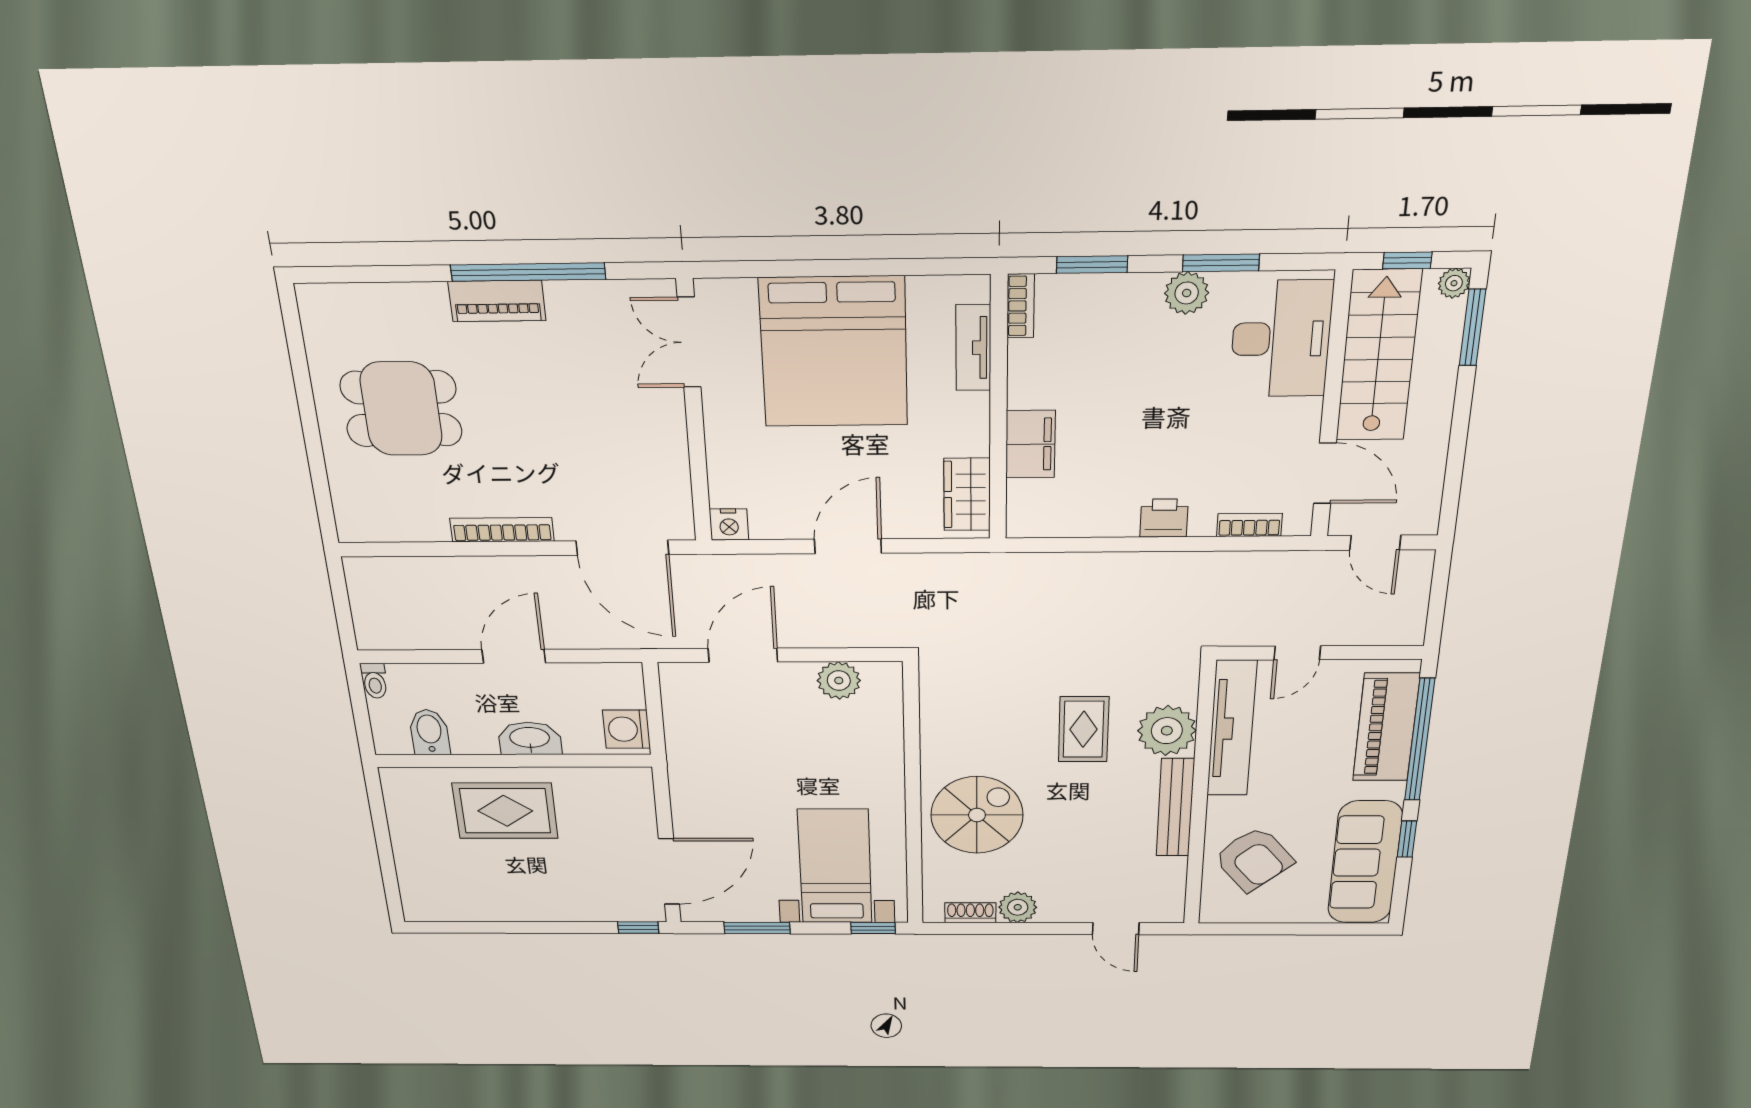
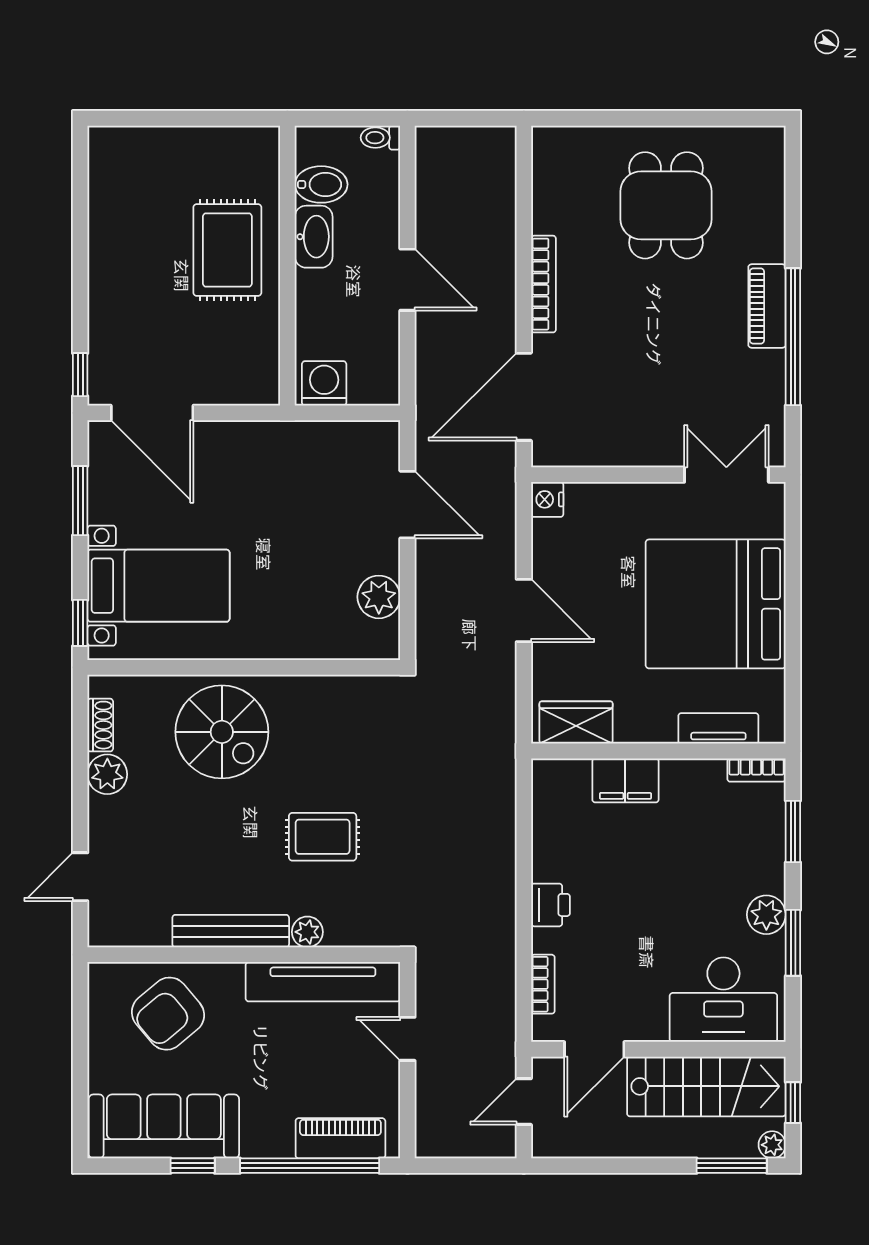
piano: (1386, 727) -> (340, 1138), width x0.73, depth x0.75
plant: (1167, 731) -> (307, 932), width x0.53, depth x0.53
washbasin: (530, 738) -> (314, 237), moved

